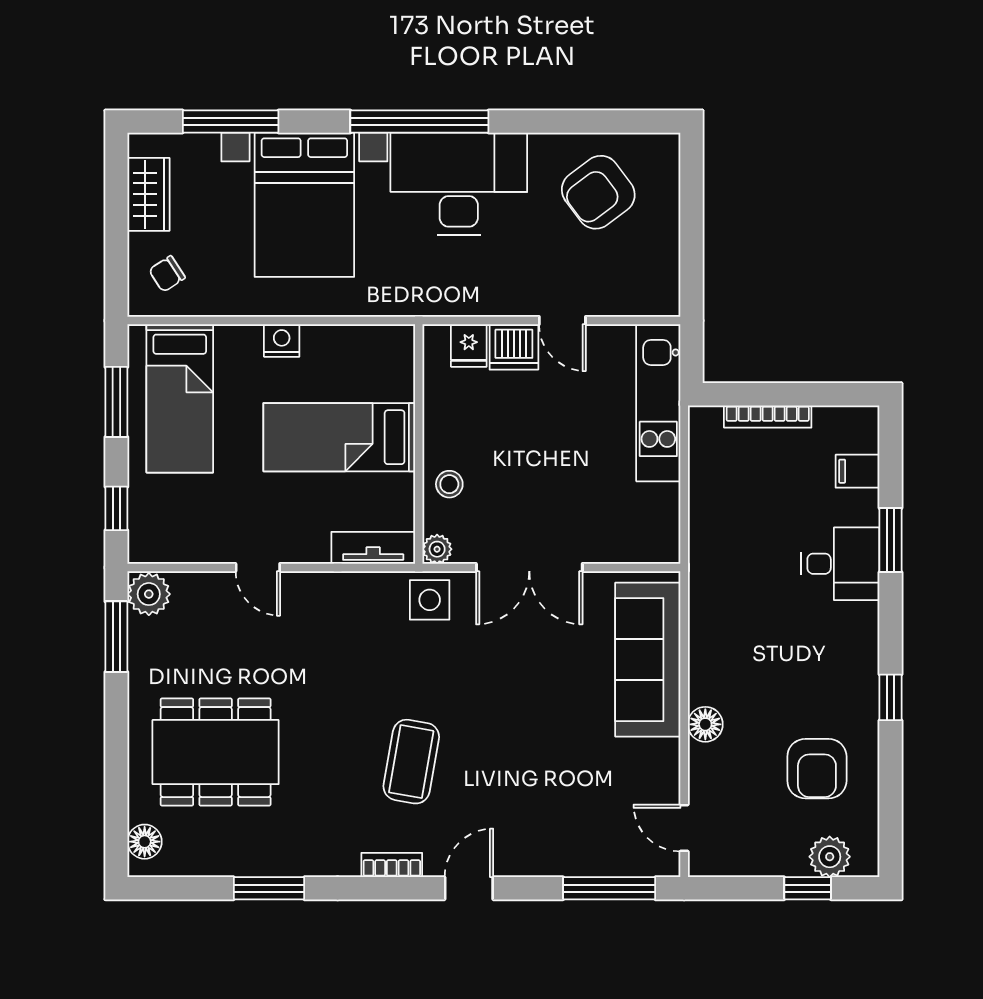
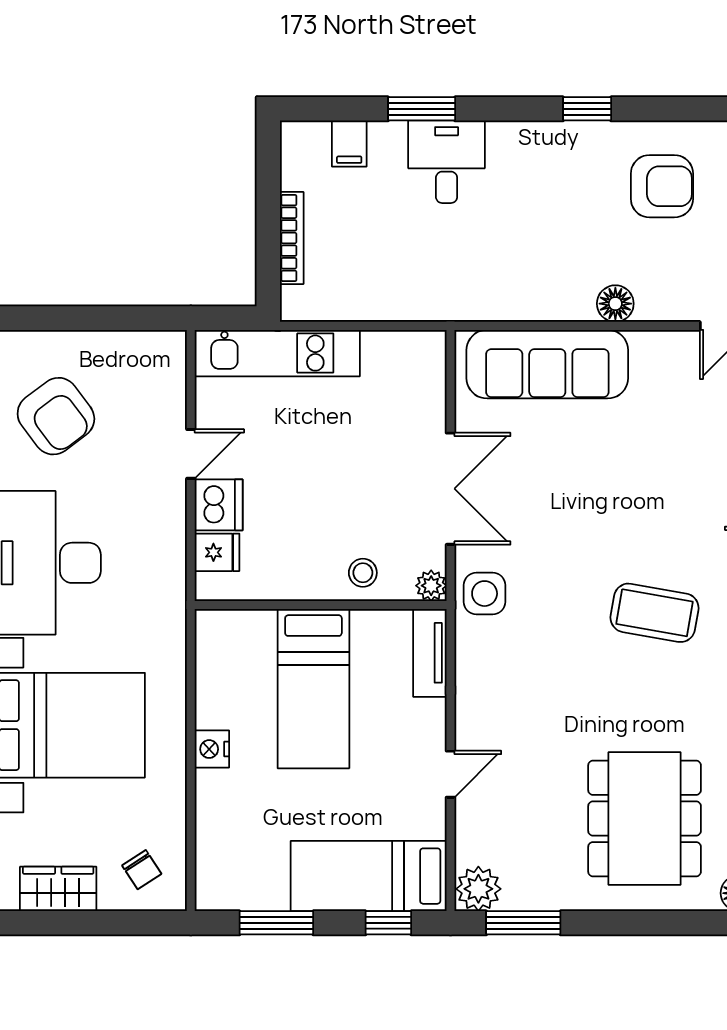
bed: (180, 398) -> (369, 876), moved, turned 180

